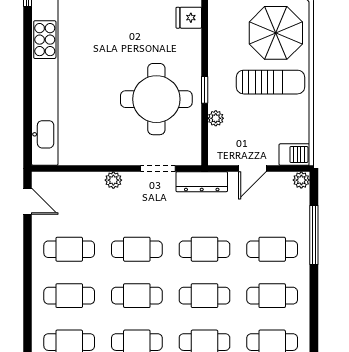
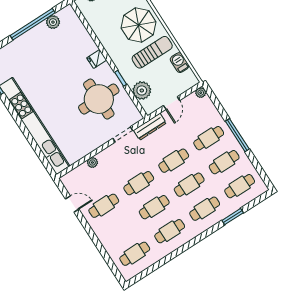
fridge: (189, 18) -> (97, 59), moved
plant: (216, 118) -> (142, 90), width x1.87, depth x1.87
barbecue: (294, 155) -> (180, 63), moved, turned -90
plant: (113, 180) -> (92, 163), moved
door: (27, 201) -> (72, 204), moved
window: (314, 235) -> (237, 135), moved
cafe table: (69, 296) -> (119, 230), removed

